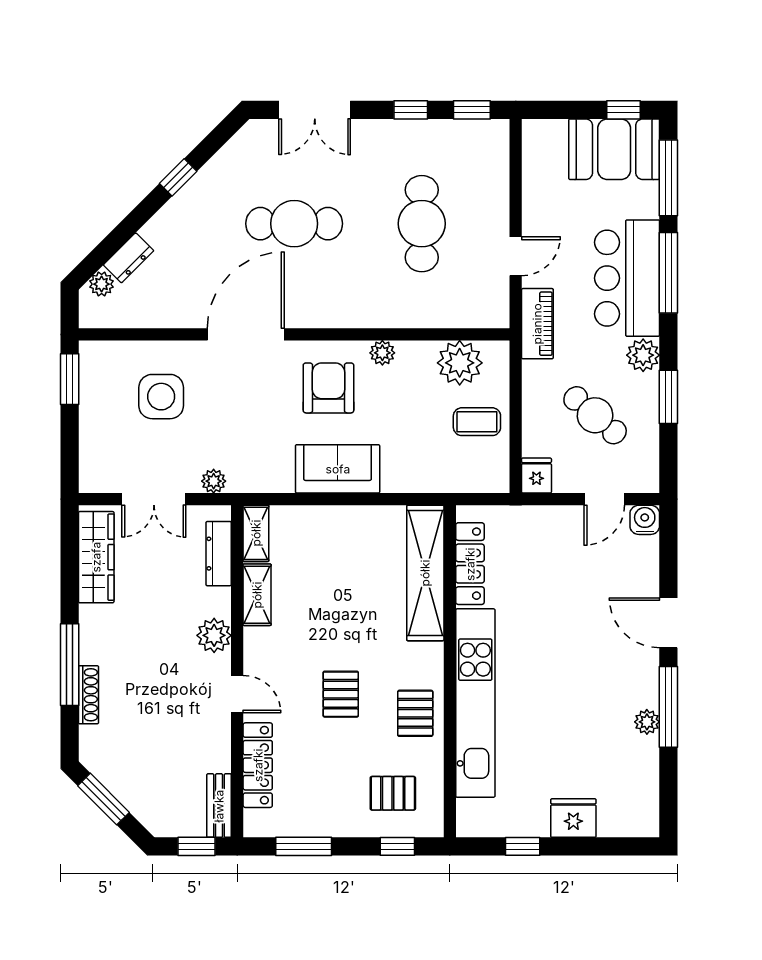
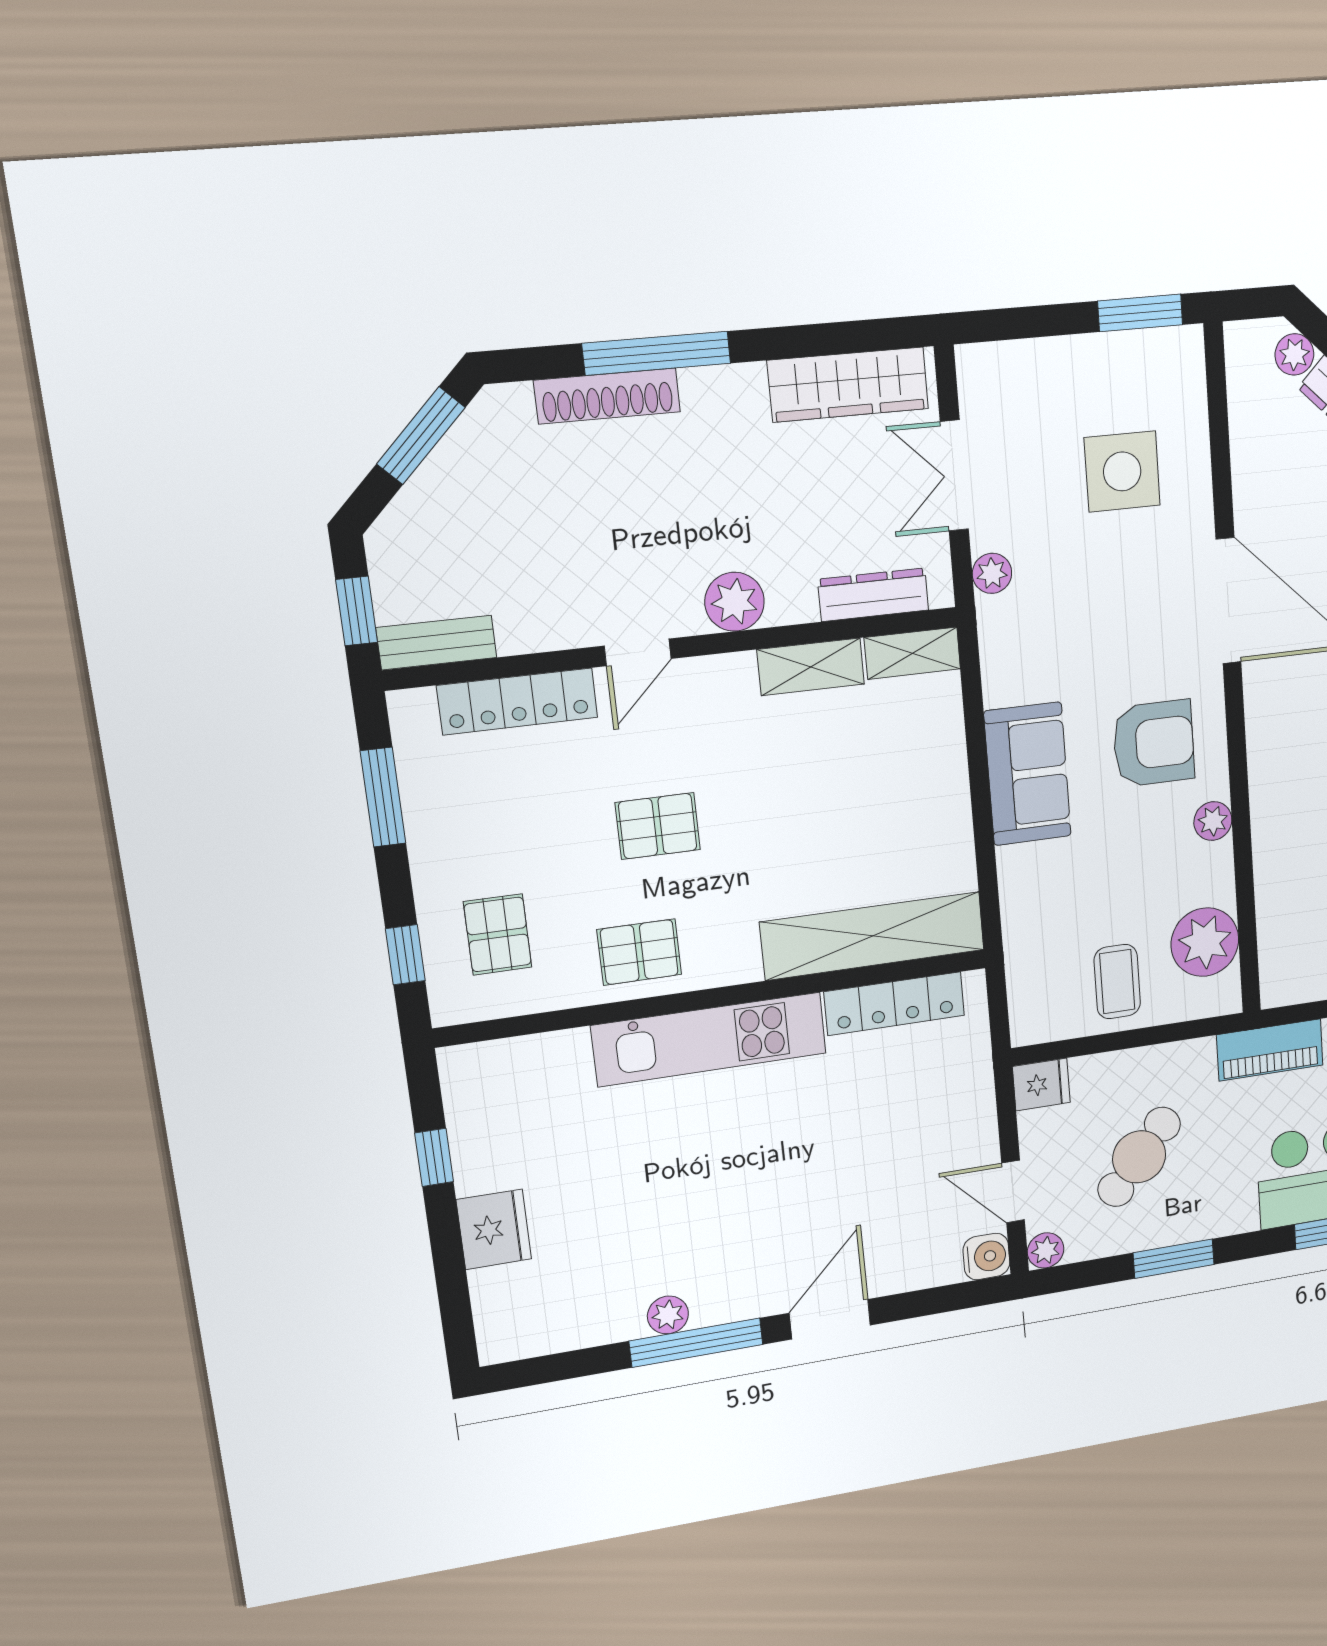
plant: (643, 355) -> (1046, 1250), moved, width x0.73, depth x0.73
shoe rack: (88, 695) -> (607, 396), width x1.36, depth x1.24
kitchen unit: (475, 703) -> (710, 1039), width x0.73

